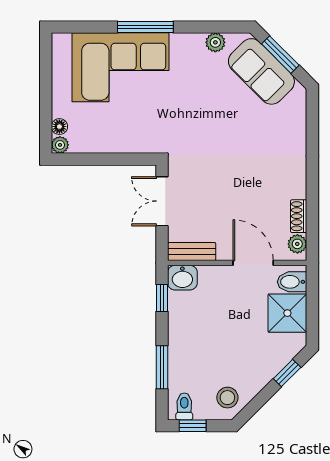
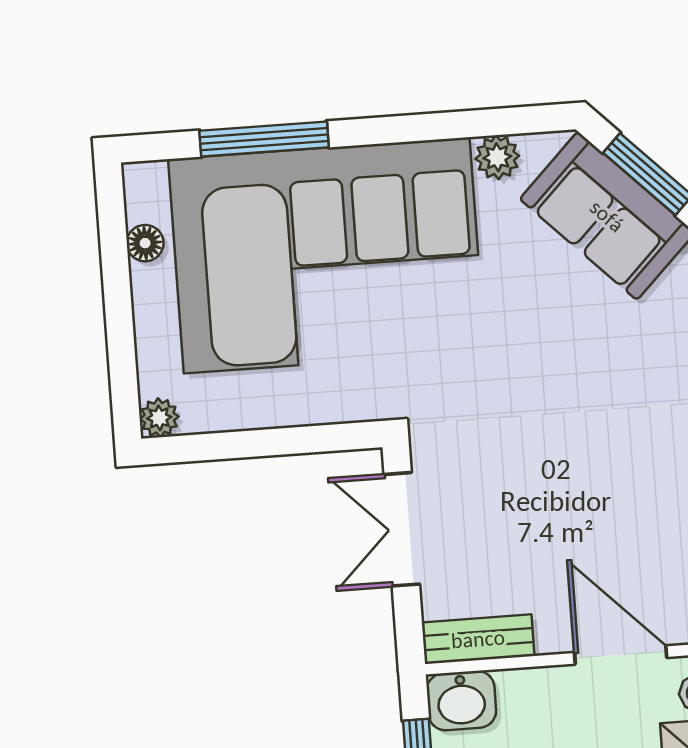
window: (145, 27) -> (264, 139), moved
corner sofa: (120, 67) -> (327, 255), width x1.36, depth x1.36
floor lamp: (59, 127) -> (145, 243), moved

